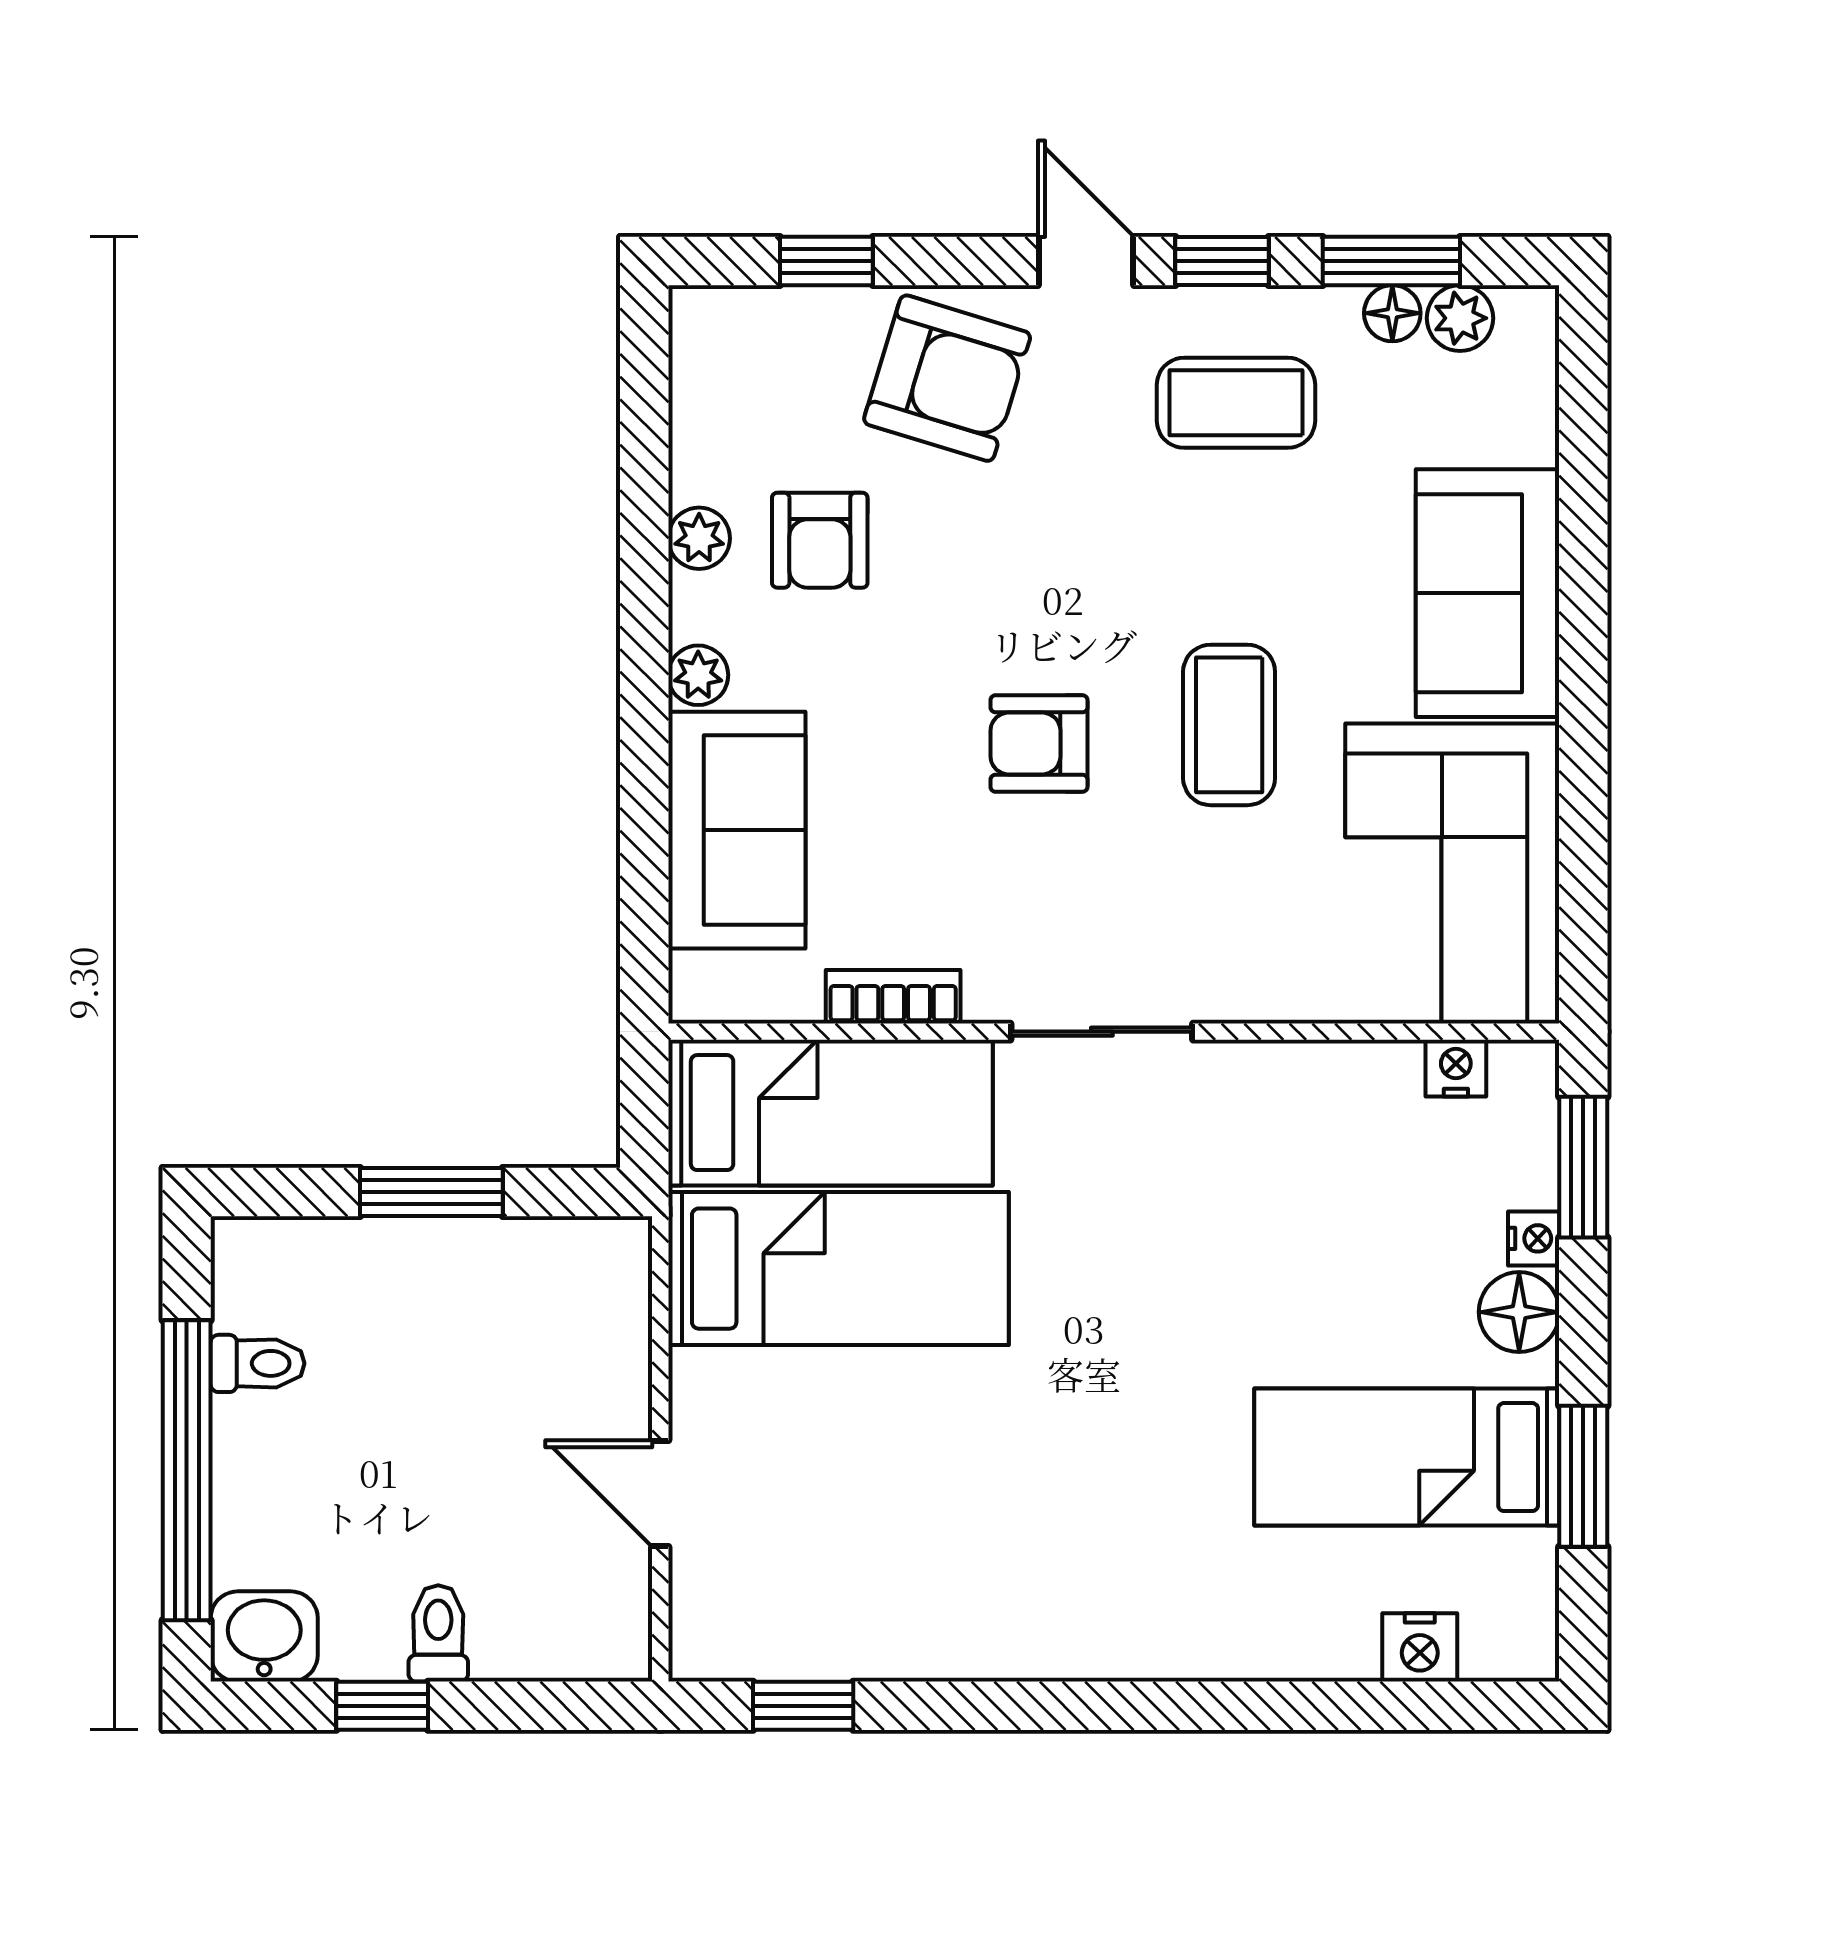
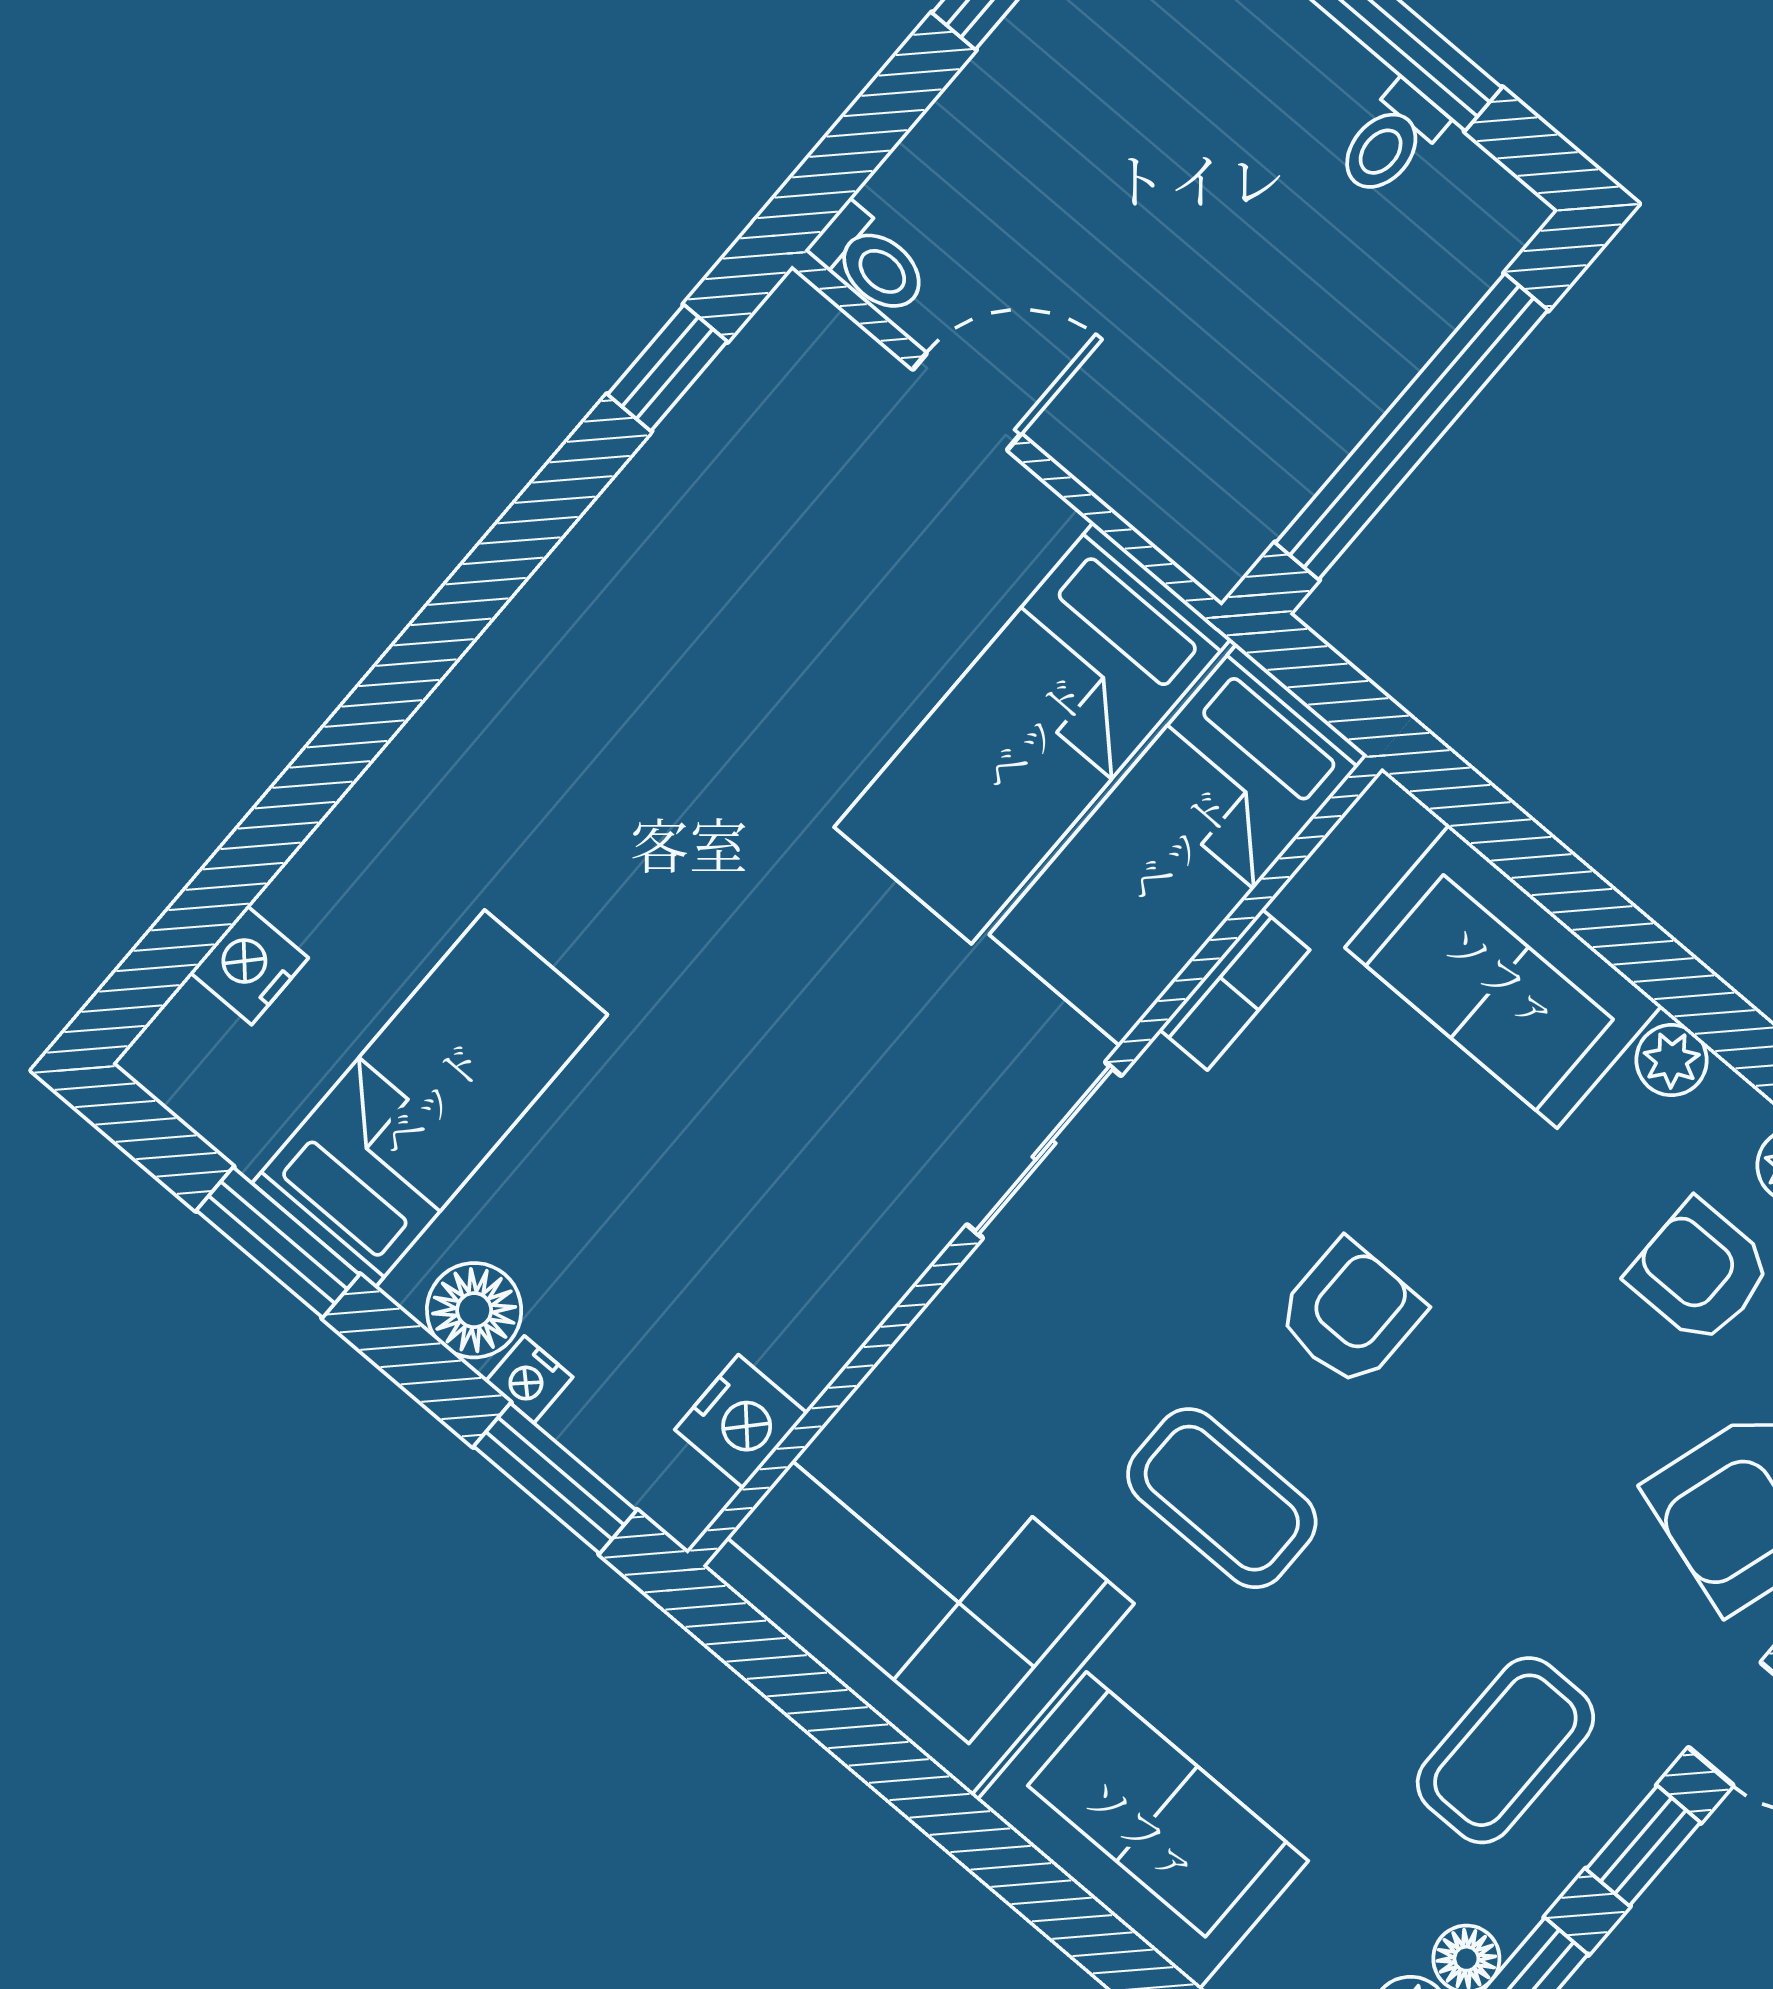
nightstand: (1456, 1068) -> (741, 1421), width x1.39, depth x1.35
window: (431, 1192) -> (1412, 426), width x2.11
toilet: (438, 1633) -> (870, 261), moved

